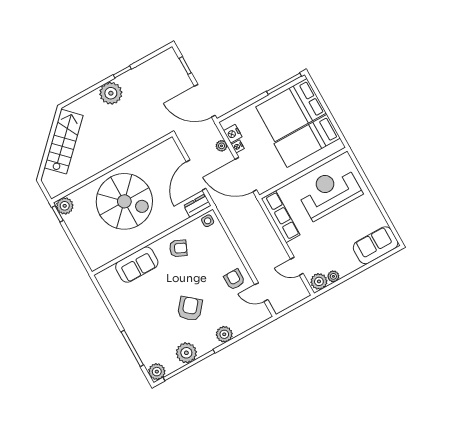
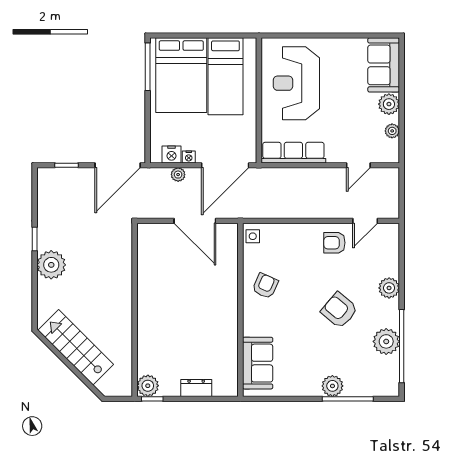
spiral stairs: (124, 201) -> (180, 317), removed
dresser: (197, 206) -> (196, 388), moved, turned 90
sofa: (137, 265) -> (258, 363), moved
plant: (319, 281) -> (389, 104), moved
plant: (157, 372) -> (332, 386), moved

